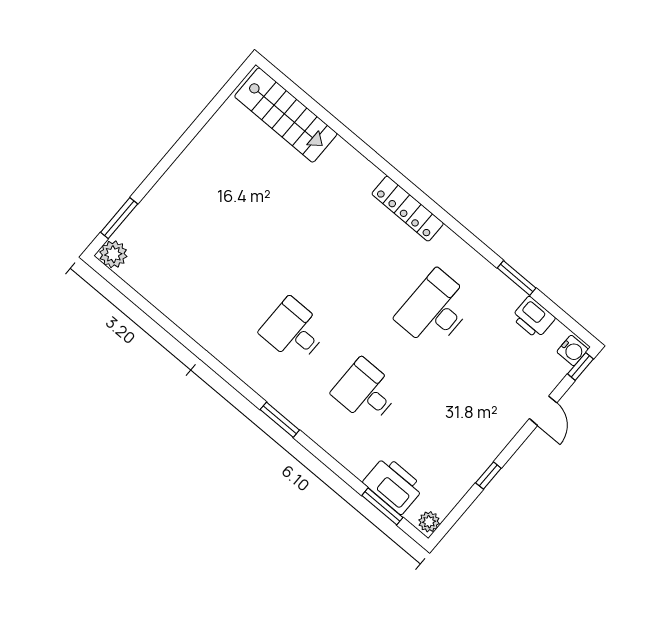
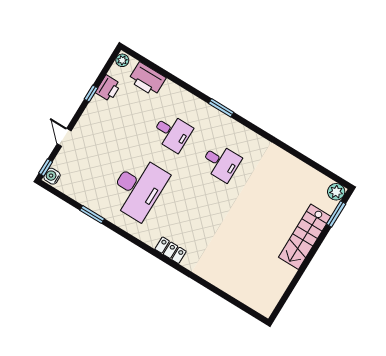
stairs: (286, 115) -> (305, 237), moved, turned -90
locker: (408, 209) -> (171, 250), width x0.66
desk: (435, 310) -> (138, 188), width x1.36, depth x1.30
printer: (533, 318) -> (108, 88), moved, turned 90
window: (382, 506) -> (152, 65), removed

